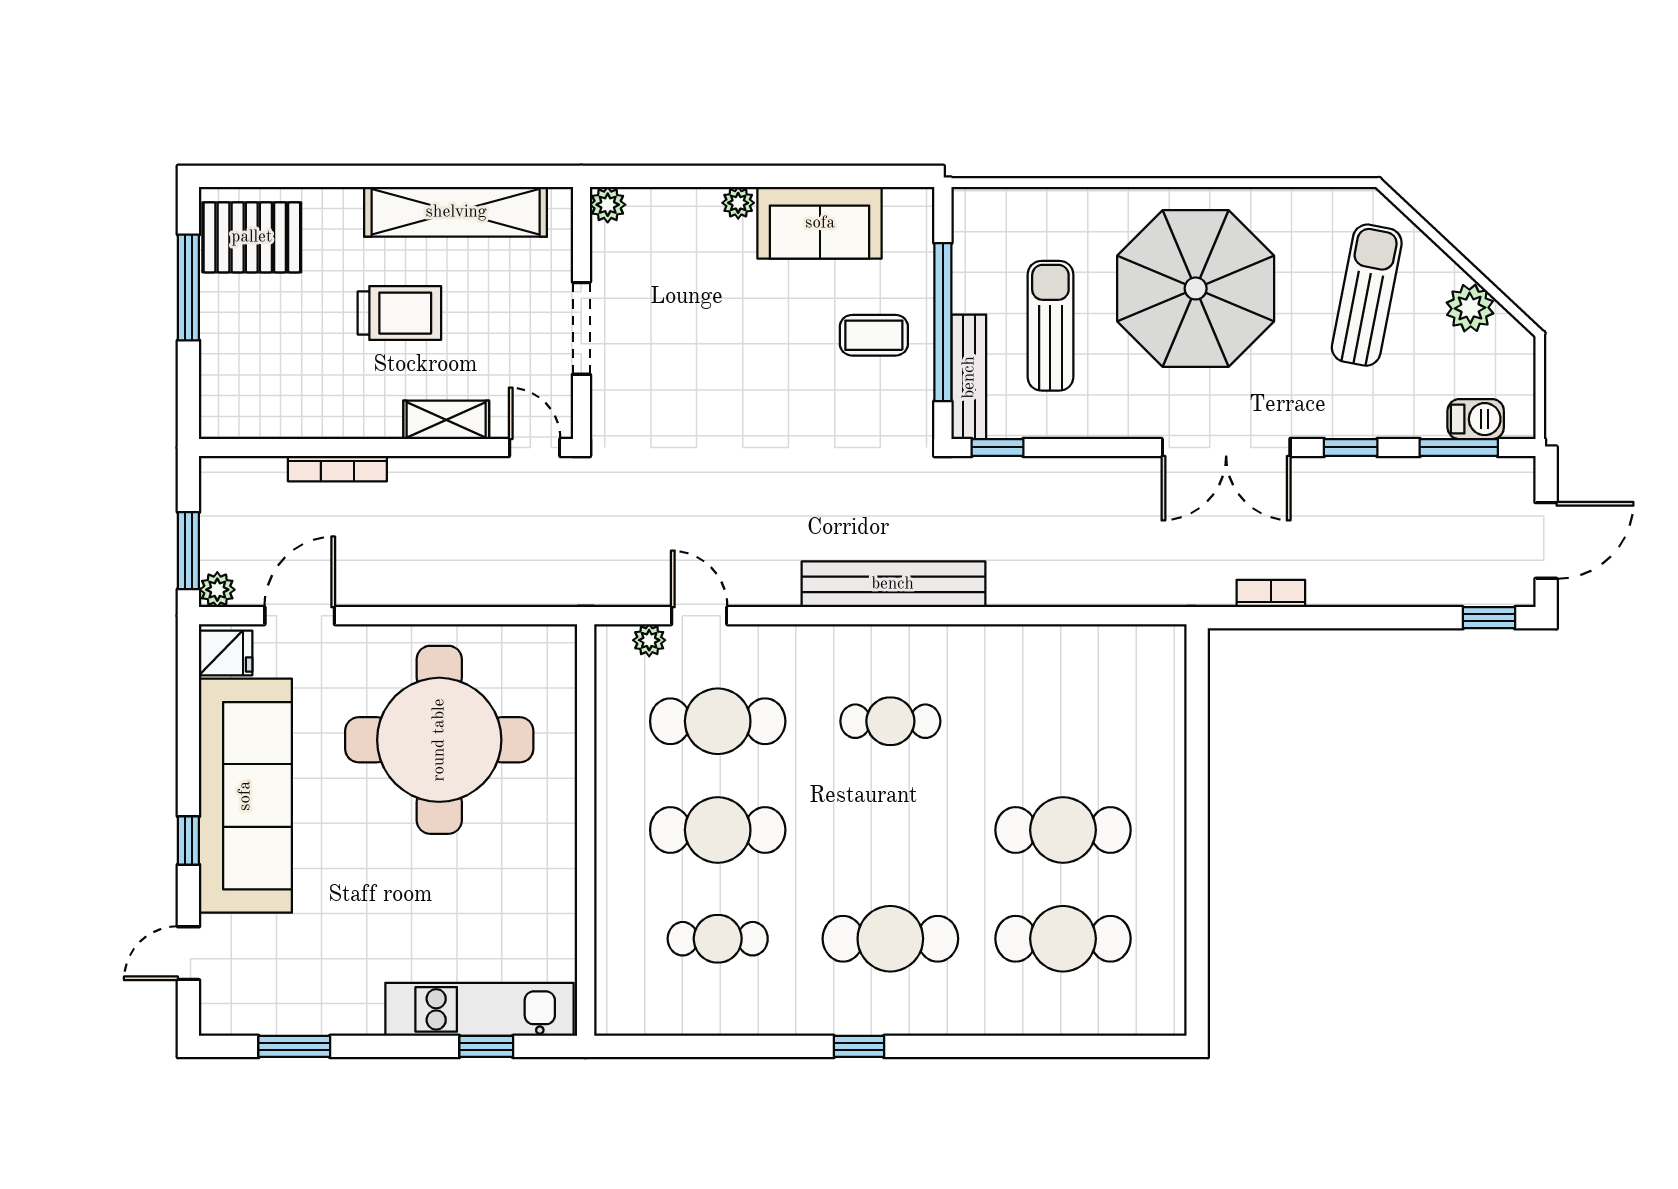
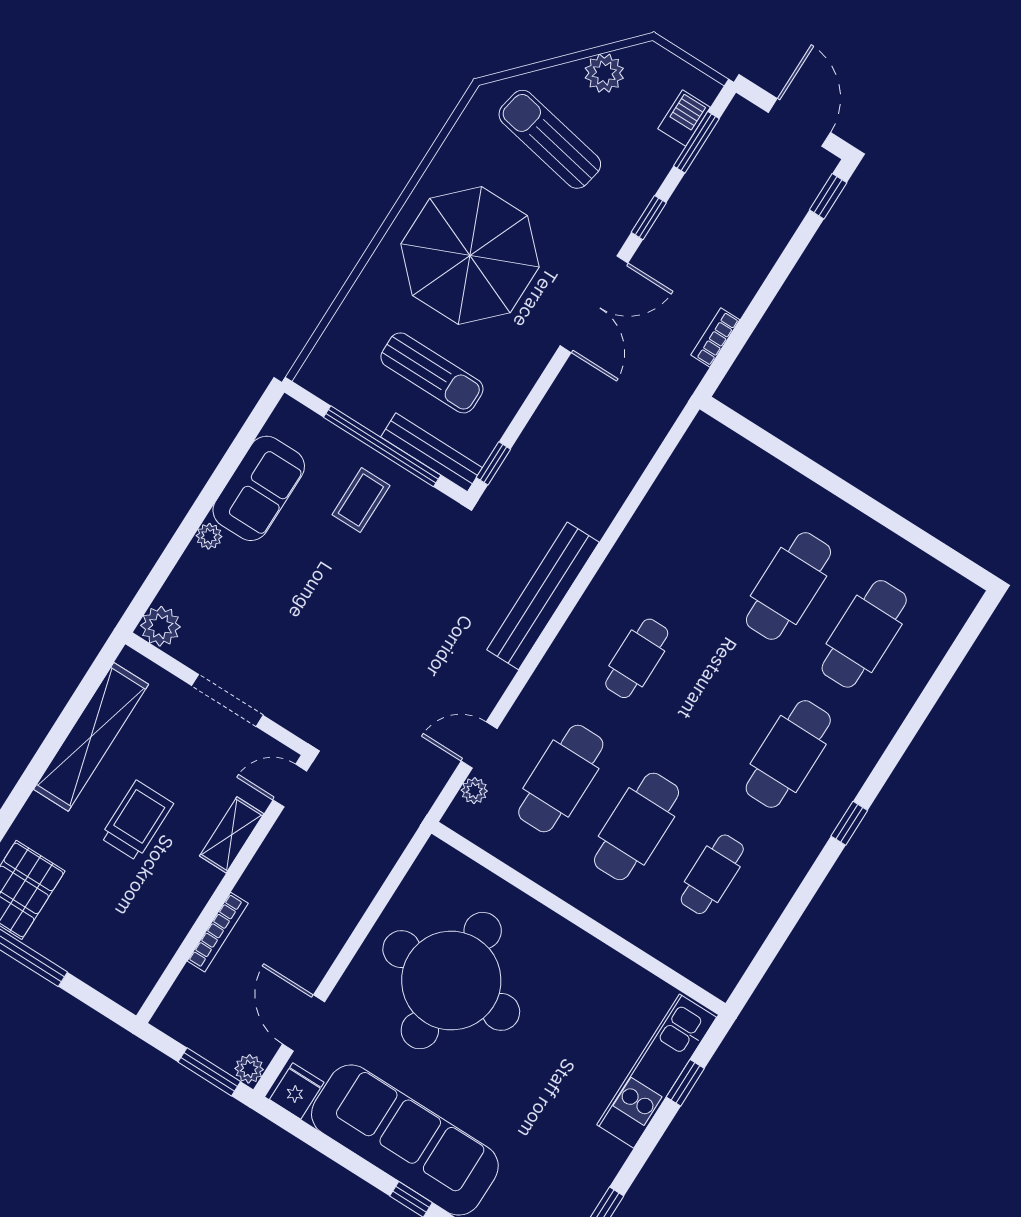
plant: (608, 205) -> (161, 626), width x1.38, depth x1.38
sun lounger: (1050, 326) -> (432, 373), turned 180

